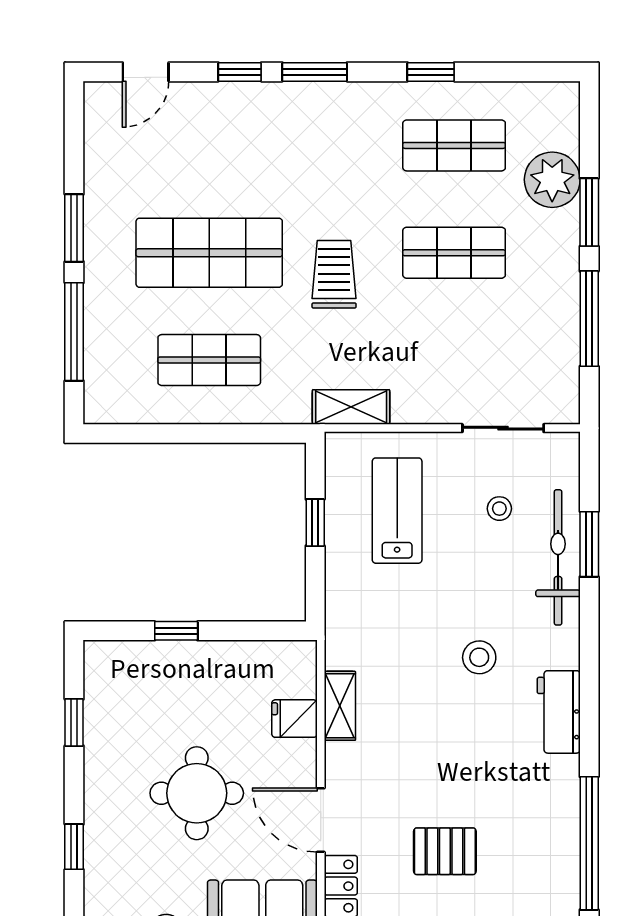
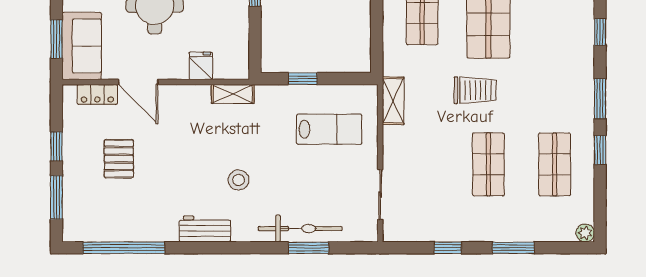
window: (315, 72) -> (600, 99), moved
plant: (552, 180) -> (585, 233), moved, width x0.53, depth x0.53
window: (589, 319) -> (448, 248), width x0.46
stool: (499, 509) -> (330, 192), removed
window: (315, 523) -> (303, 79), moved
shelving: (340, 706) -> (233, 94), moved
door: (321, 820) -> (138, 82), swing flipped

